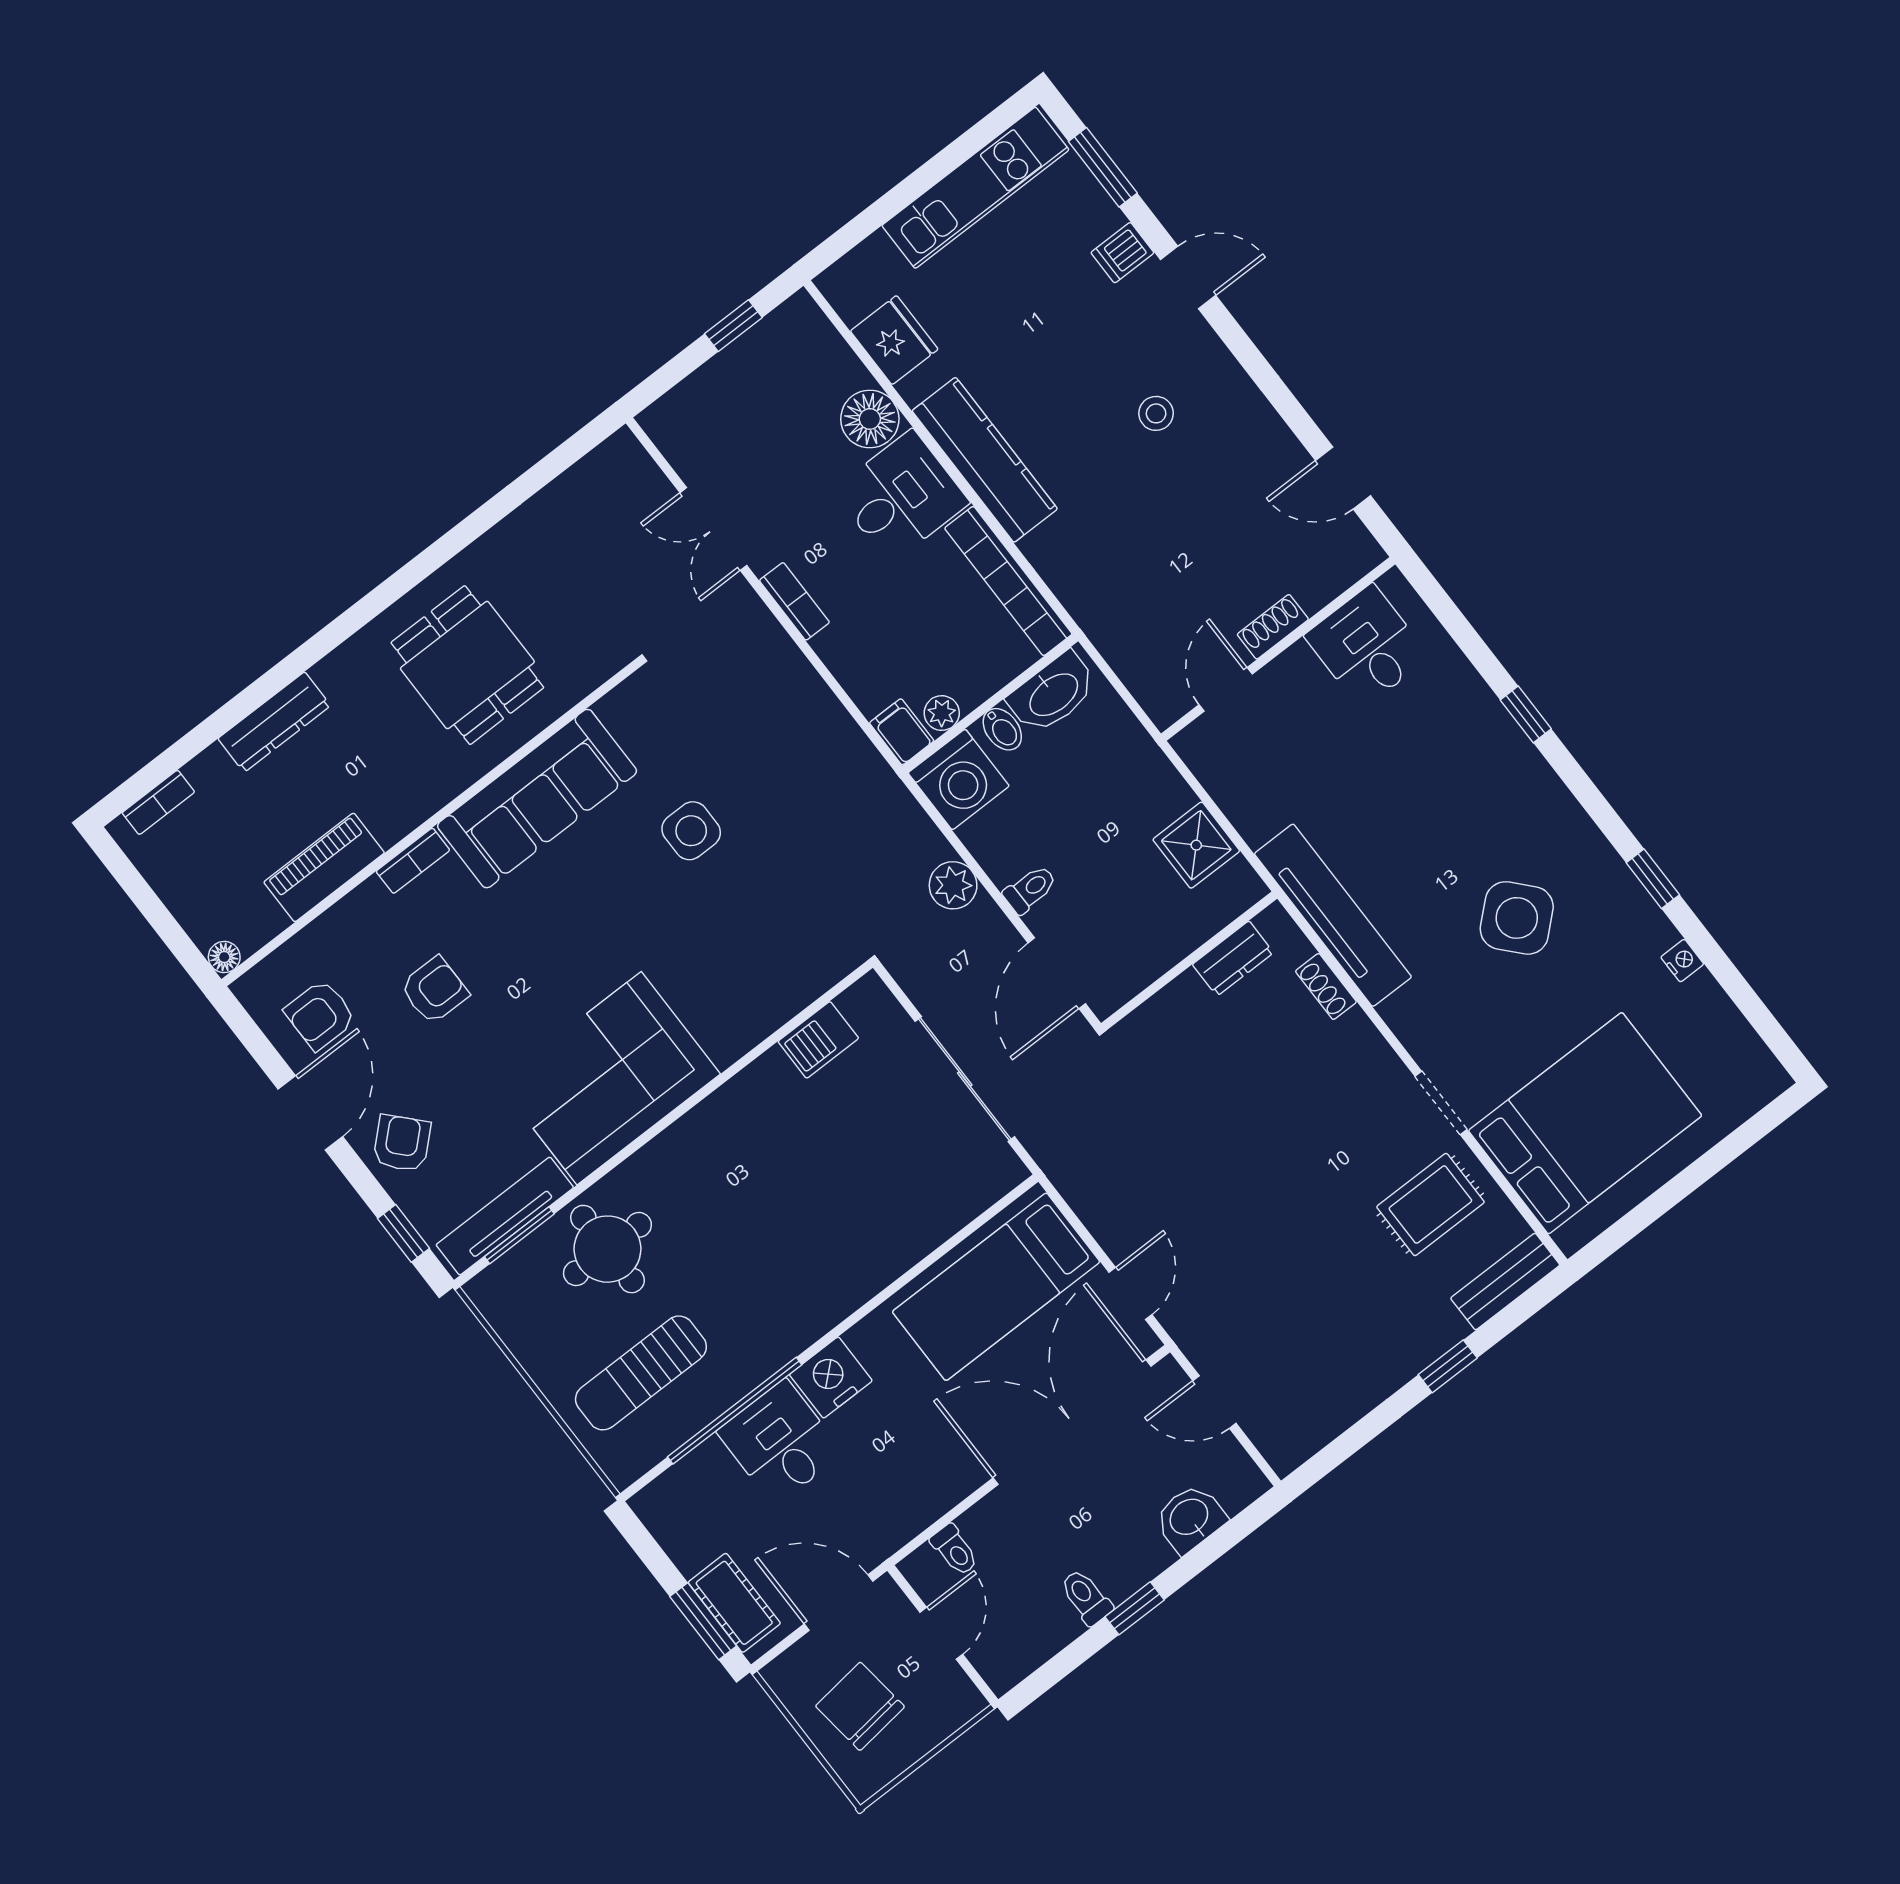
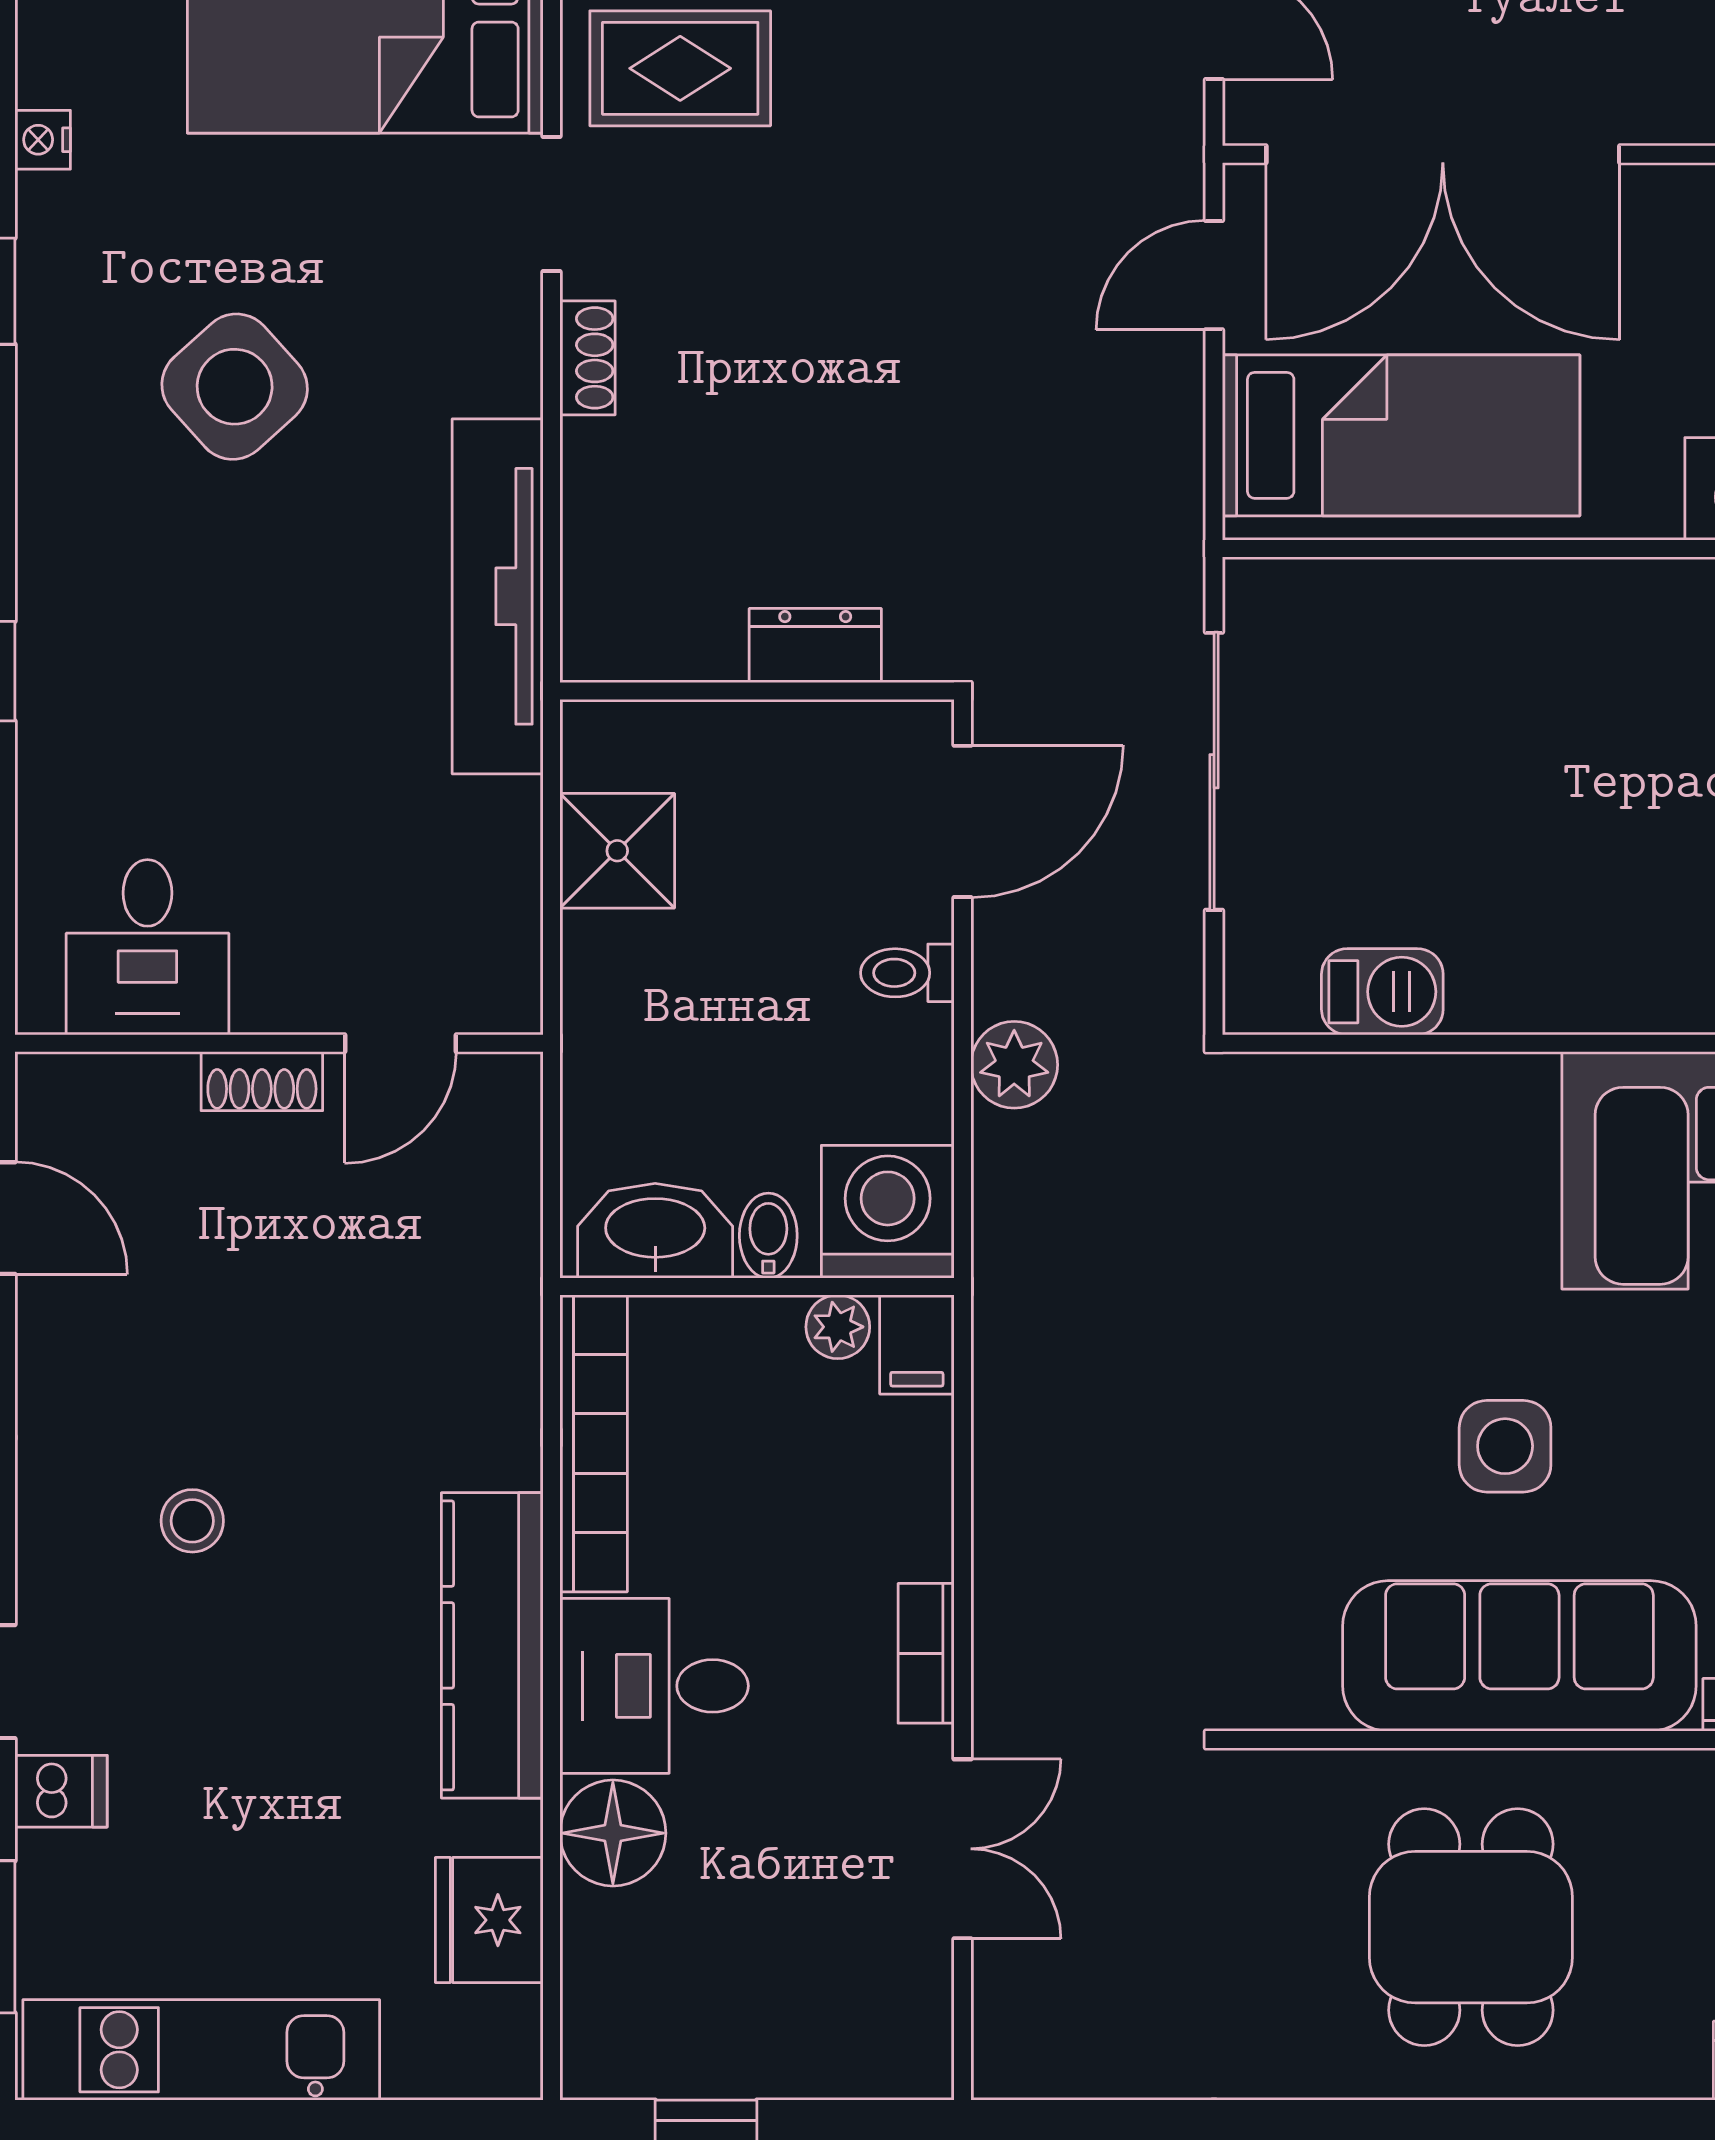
side table: (691, 831) -> (1505, 1446), moved
dresser: (1233, 958) -> (815, 646), moved
shoe rack: (1326, 987) -> (588, 358), moved

